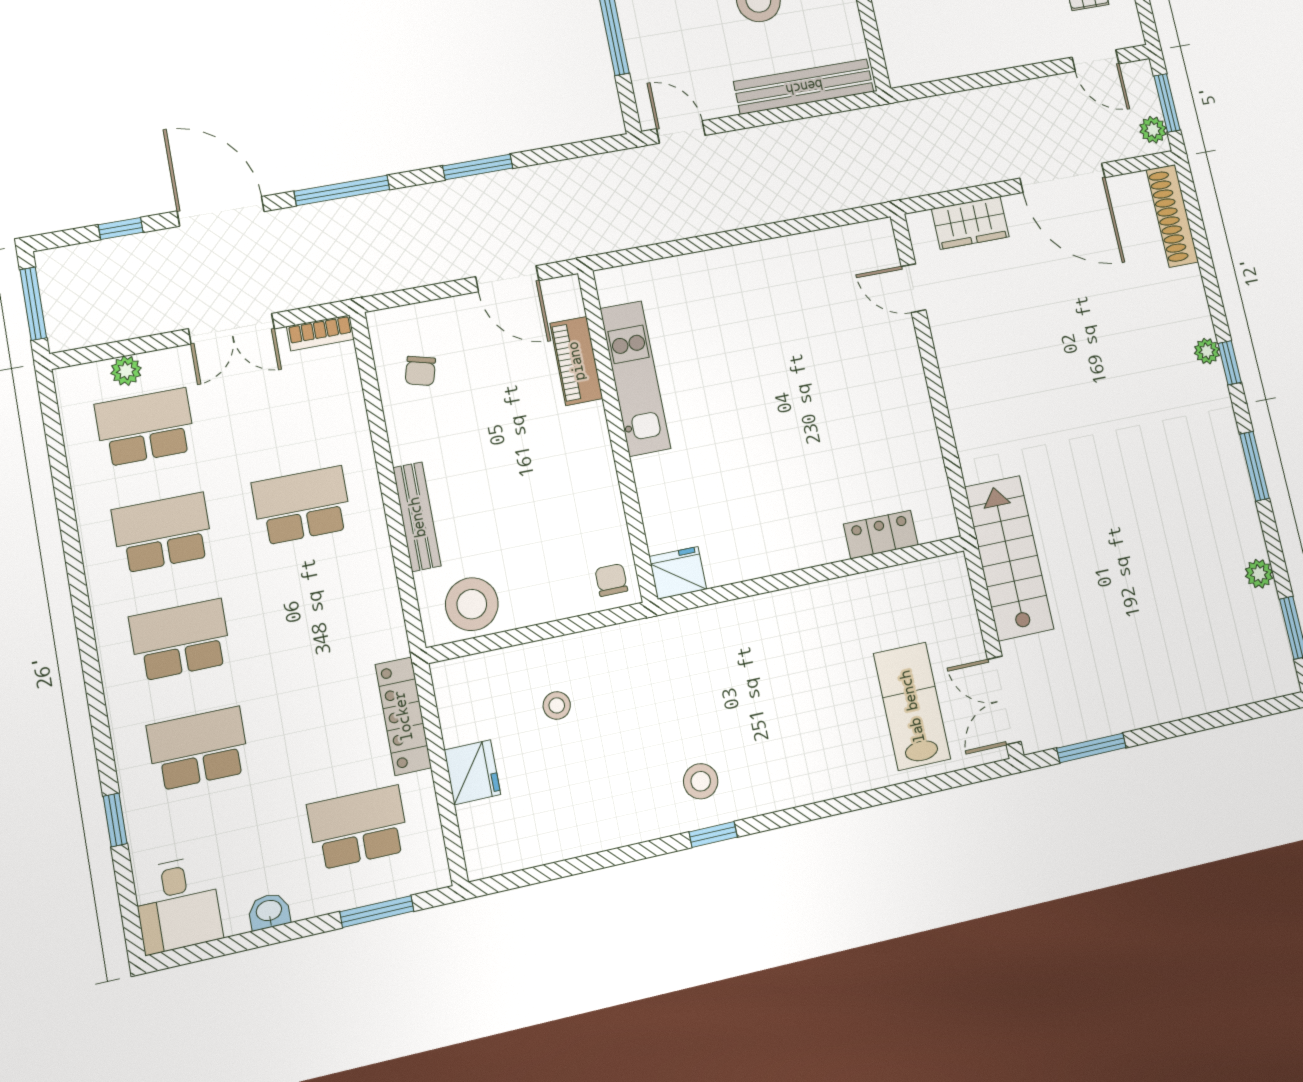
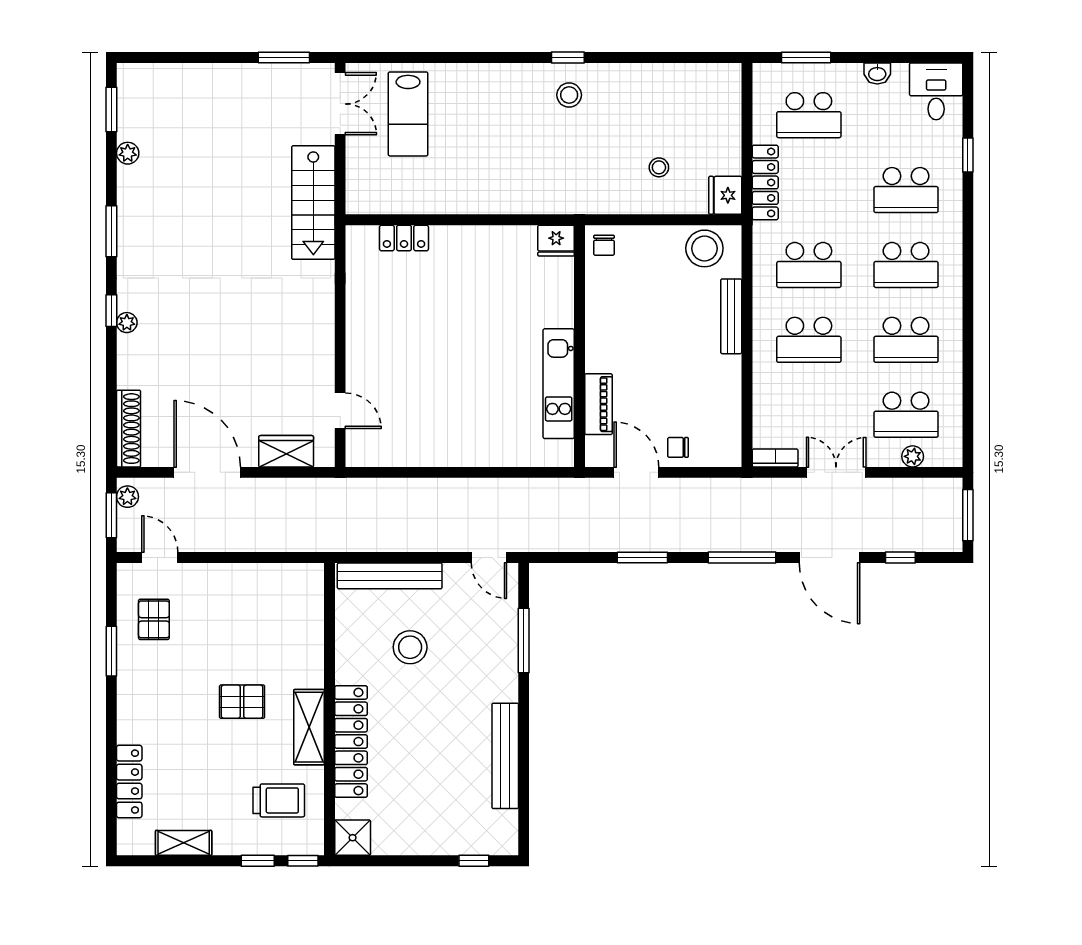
chair: (420, 371) -> (678, 447), moved, turned -105
school desk: (320, 611) -> (809, 265), added
fridge: (472, 772) -> (725, 195), moved

